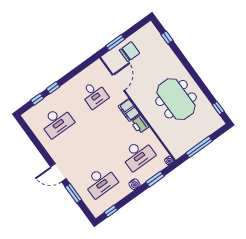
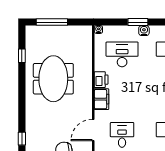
window: (218, 108) -> (22, 56), moved
window: (199, 147) -> (52, 22), moved
window: (155, 179) -> (138, 22), moved

